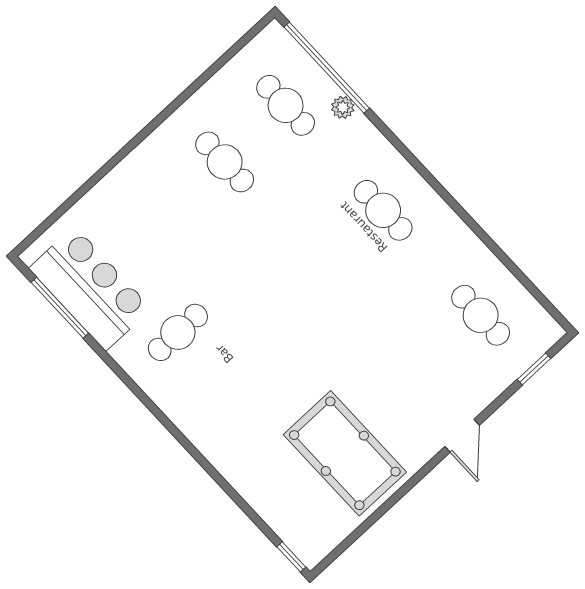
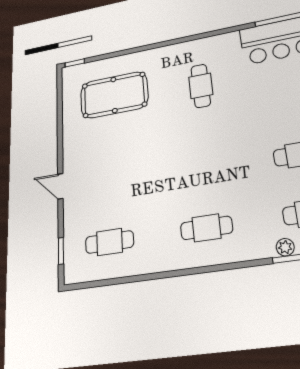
cafe table: (178, 332) -> (201, 86), moved
pool table: (345, 453) -> (114, 95), moved

